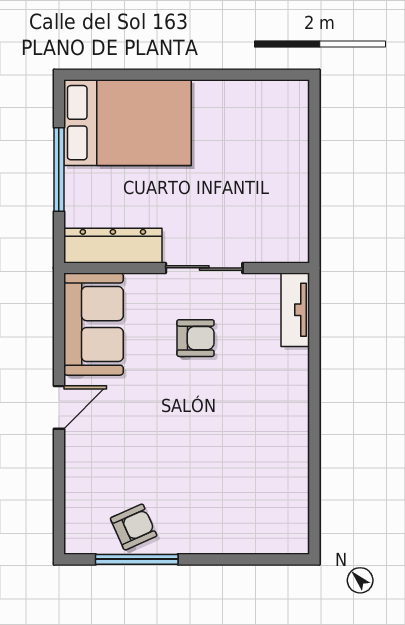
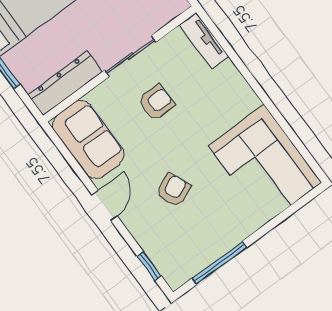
corner sofa: (263, 490) -> (265, 164), added
window: (59, 507) -> (149, 266), added
armchair: (134, 527) -> (173, 190), moved

